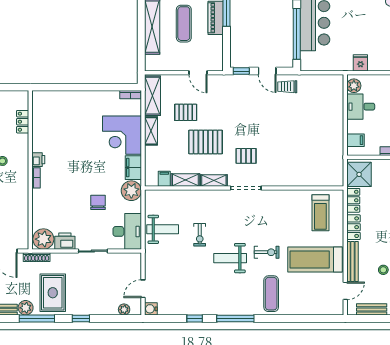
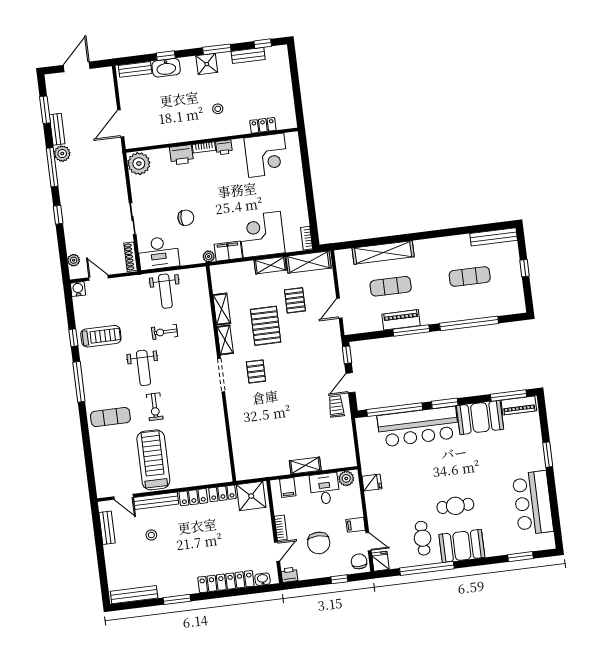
corner desk: (50, 122) -> (266, 155), added
shelving: (337, 122) -> (305, 466), added
filing cabinet: (164, 179) -> (220, 286), removed
plant: (131, 191) -> (209, 256), width x0.53, depth x0.53
treadmill: (320, 213) -> (101, 336), moved, turned 180
printer: (65, 241) -> (181, 155), moved, turned 90
shoe rack: (37, 257) -> (131, 257), moved
weight bench: (230, 258) -> (143, 368), turned 180
rug: (53, 293) -> (82, 181), removed

